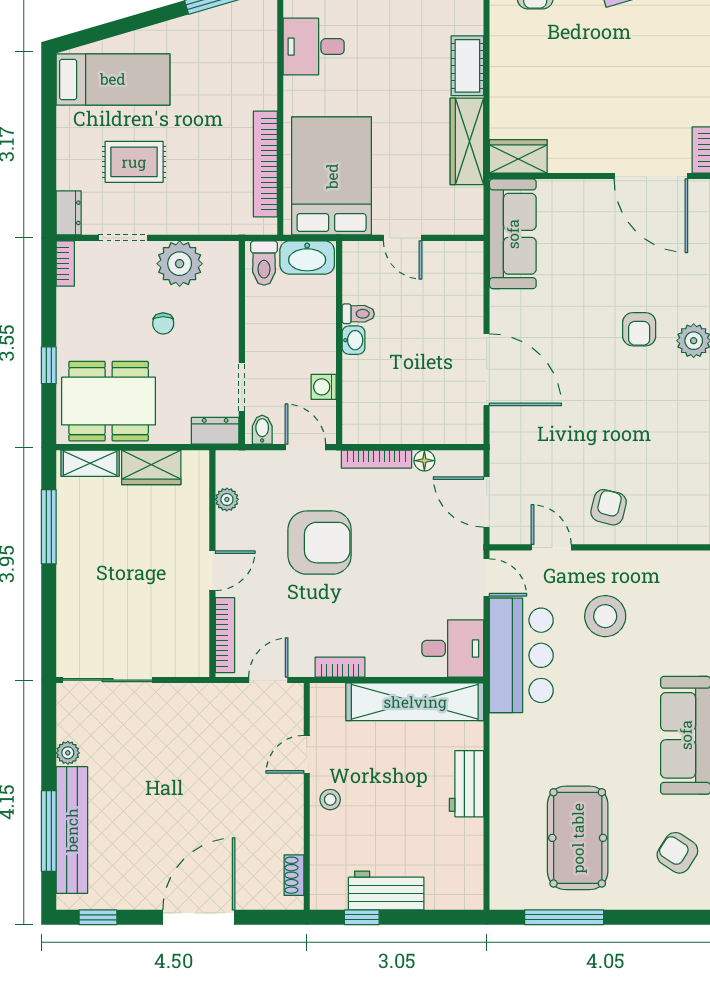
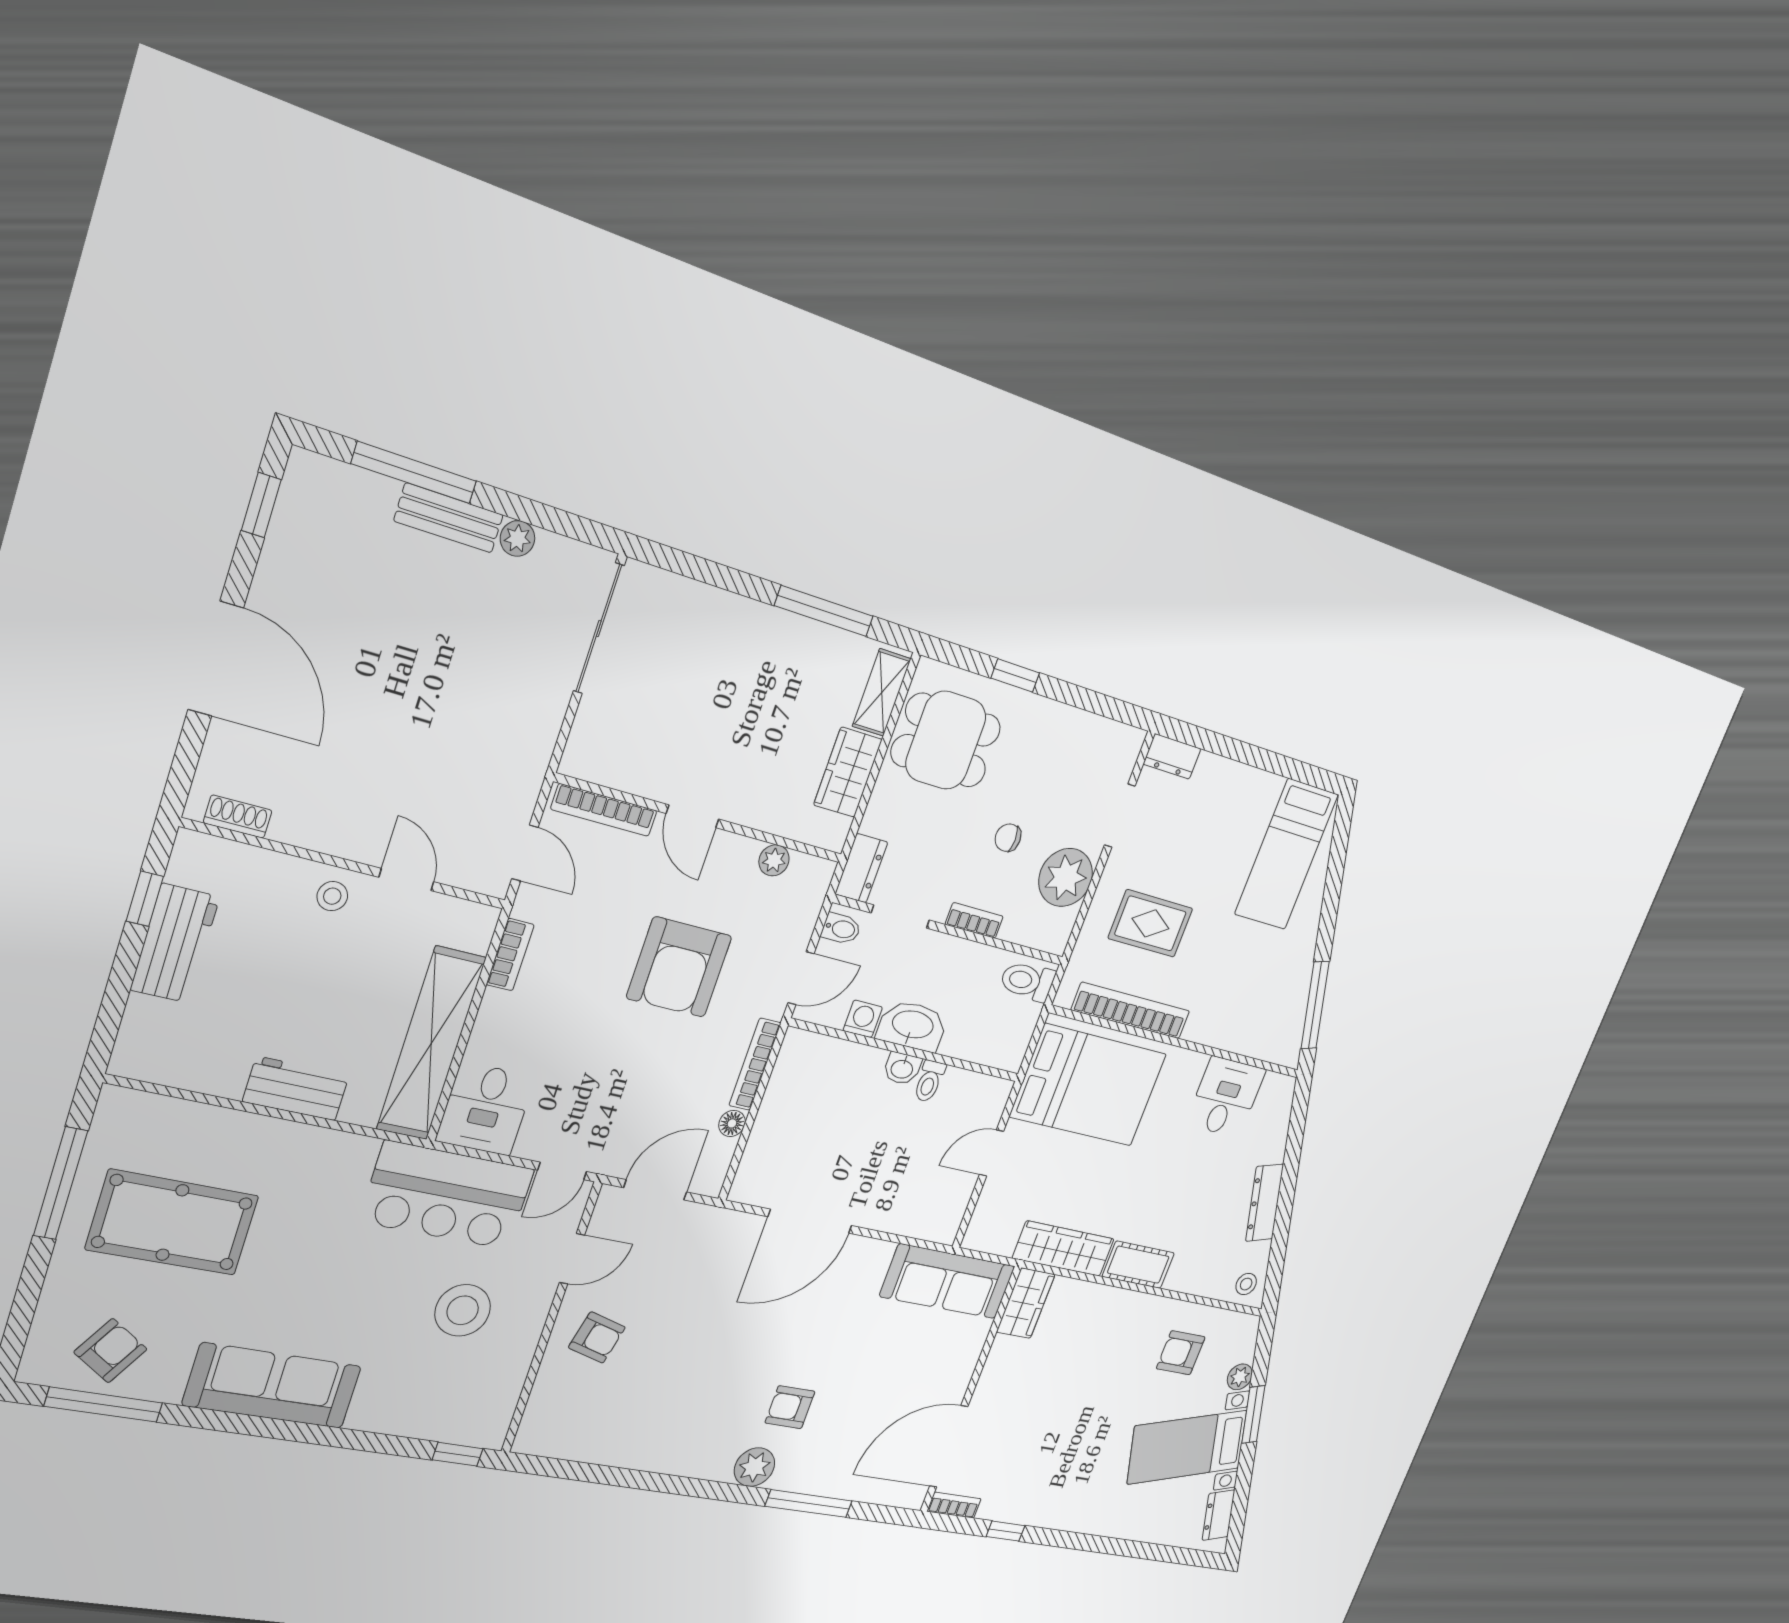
rug: (134, 162) -> (1150, 923), moved, turned 90
washbasin: (307, 258) -> (912, 1026), moved, turned 90
bookcase: (65, 263) -> (974, 920), moved, turned 180
dining table: (109, 401) -> (946, 740), width x0.73
bench: (72, 830) -> (449, 518), width x0.54, depth x0.82

